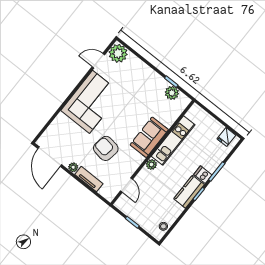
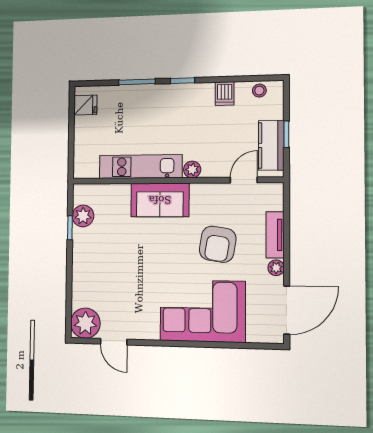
corner sofa: (91, 102) -> (203, 311), moved
dishwasher: (203, 175) -> (225, 94), moved
kitchen counter: (189, 192) -> (271, 145), moved, turned 90

